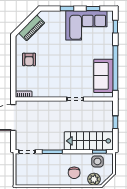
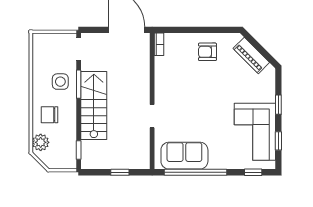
stairs: (89, 141) -> (94, 105), moved
side table: (97, 161) -> (60, 82), moved

